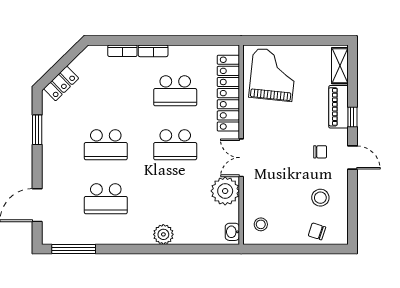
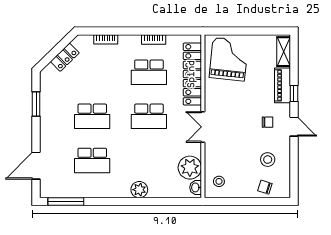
bookcase: (153, 51) -> (154, 40), moved
locker: (61, 83) -> (65, 57), moved
plant: (225, 191) -> (190, 168), moved

